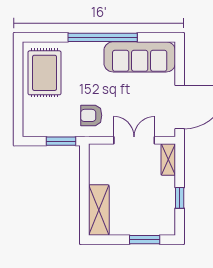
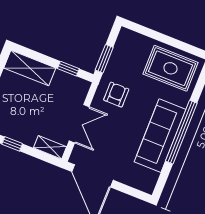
sofa: (140, 57) -> (160, 136), moved
window: (84, 172) -> (68, 69), added

